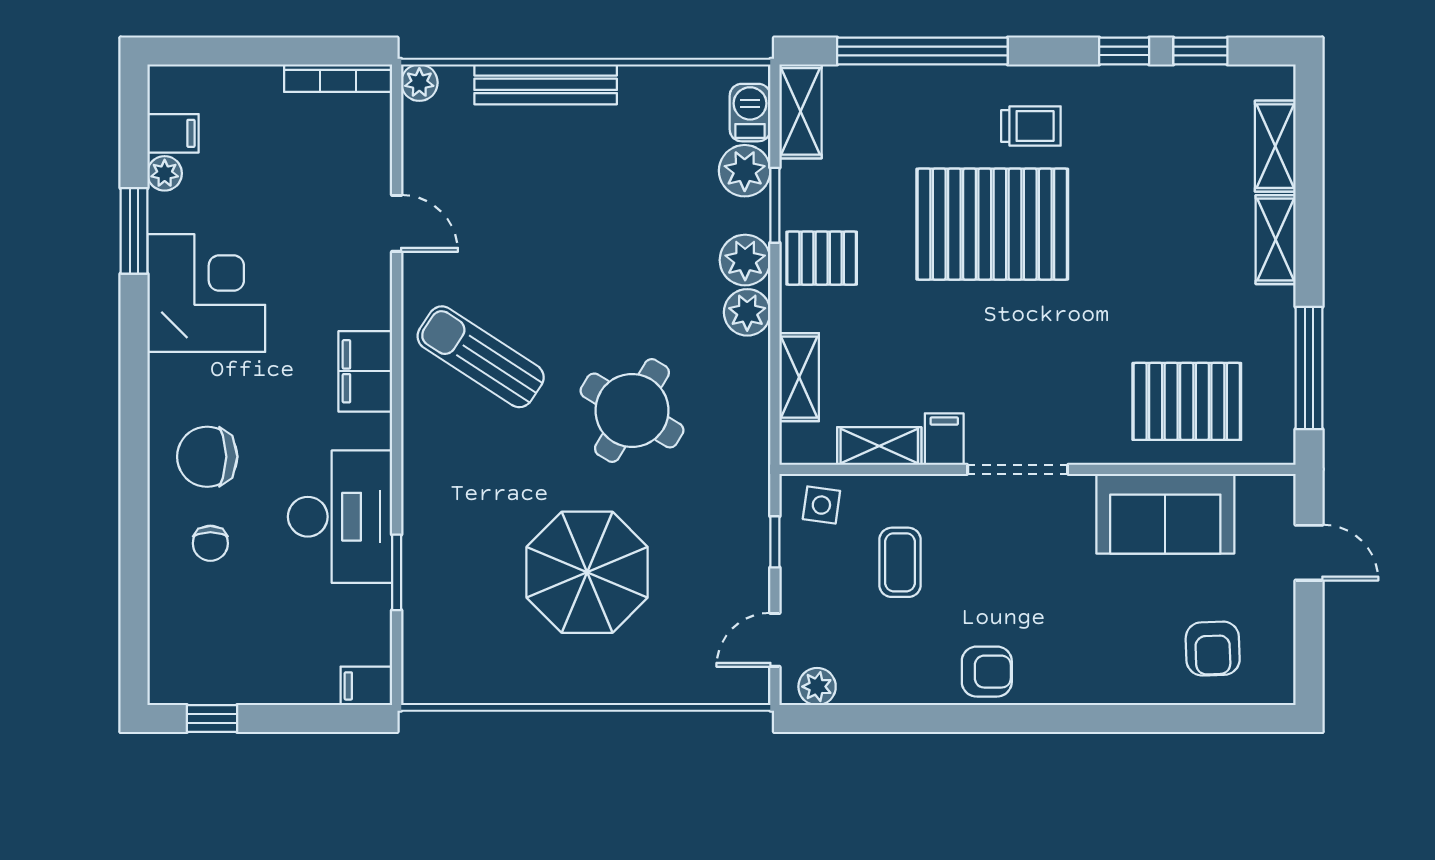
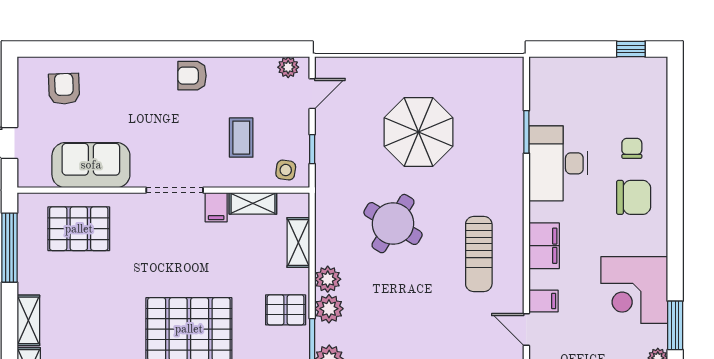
sun lounger: (481, 357) -> (479, 254), turned 57
filing cabinet: (366, 686) -> (543, 301), moved

